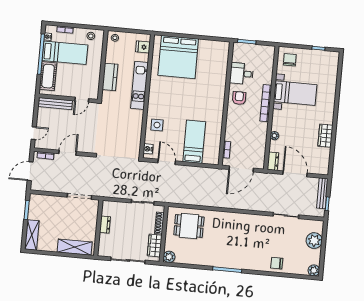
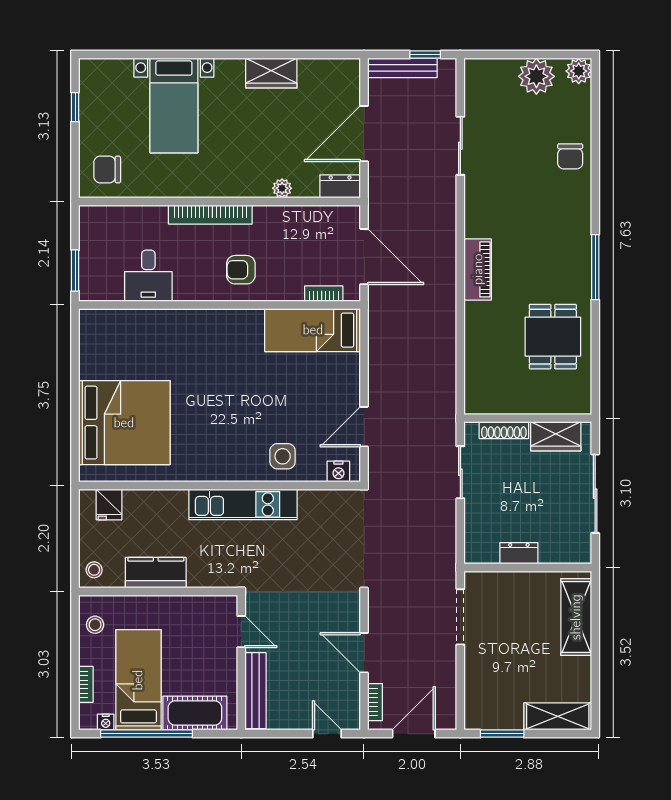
kitchen counter: (110, 77) -> (156, 573), moved
kitchen unit: (139, 85) -> (243, 504), moved
bed with nightstands: (295, 93) -> (174, 106), moved, turned 180
armchair: (239, 98) -> (241, 270), moved
bed: (194, 142) -> (313, 330), moved
door: (30, 171) -> (414, 734), swing flipped
piano: (231, 218) -> (478, 269), added
dining table: (189, 226) -> (553, 337), moved
plant: (314, 241) -> (536, 76), moved
plant: (169, 257) -> (578, 401), removed

